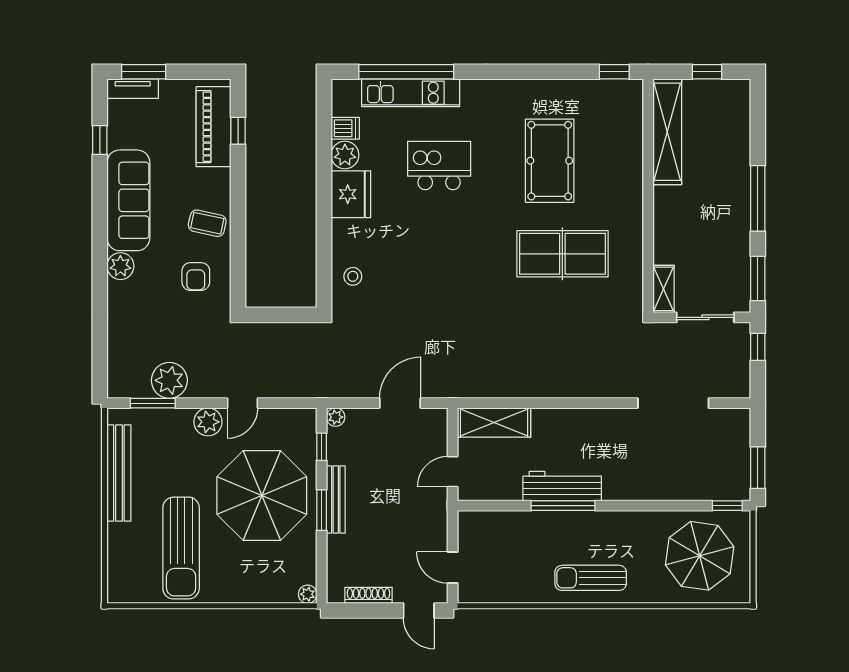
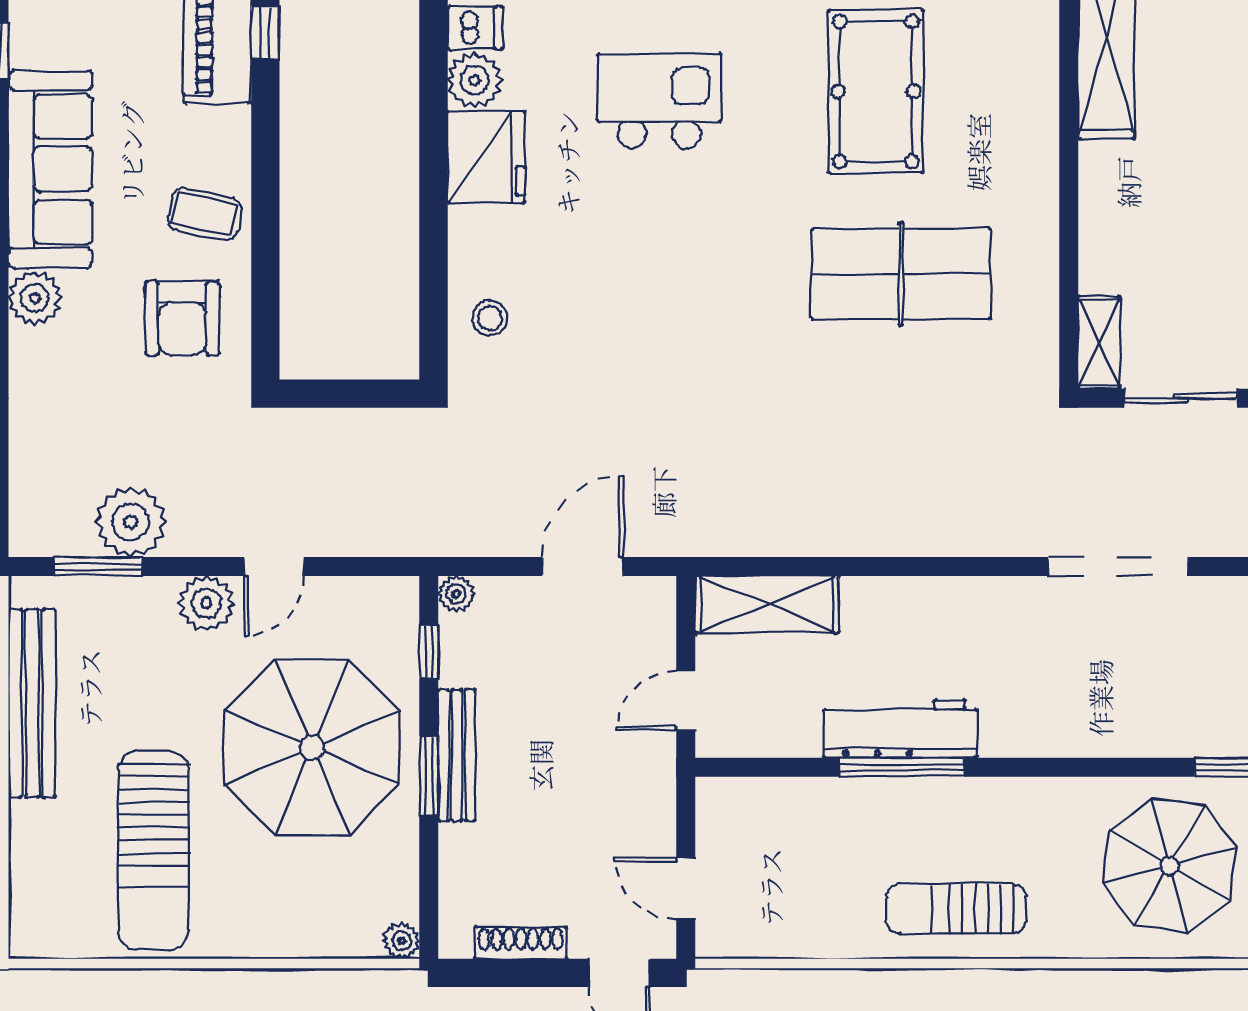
armchair: (196, 277) -> (182, 318), width x1.38, depth x1.38

